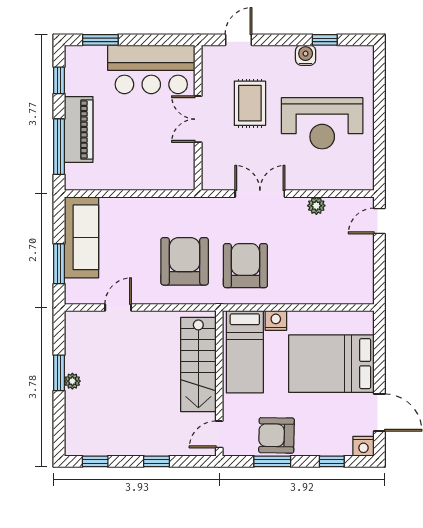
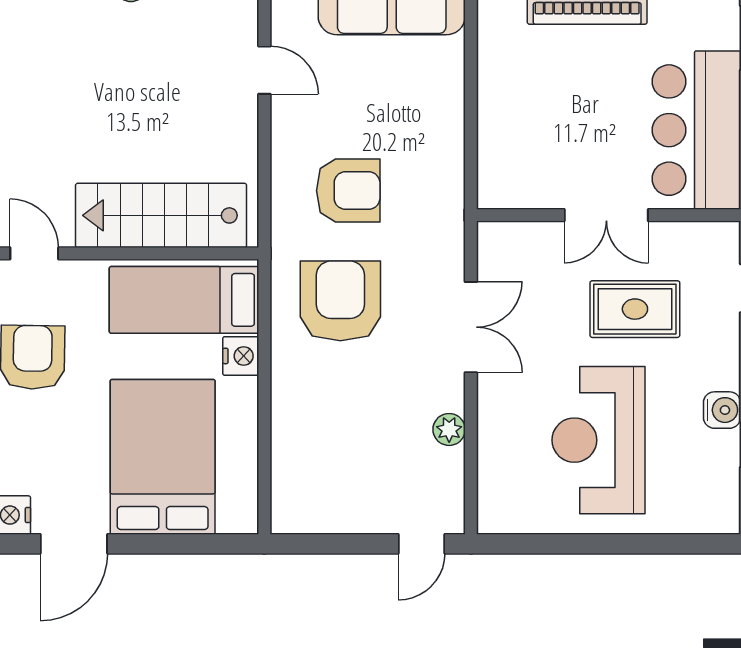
double door: (198, 119) -> (606, 215), swing flipped
door: (379, 221) -> (421, 544), swing flipped
armchair: (185, 261) -> (348, 191), width x0.73, depth x0.73
armchair: (245, 266) -> (340, 301), turned -90

